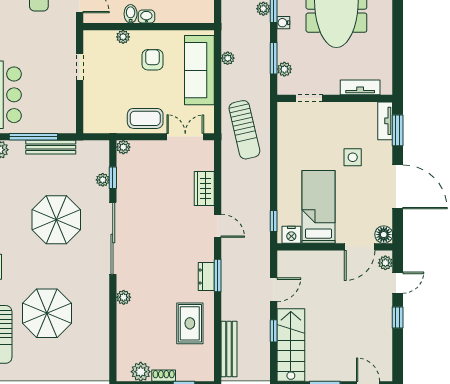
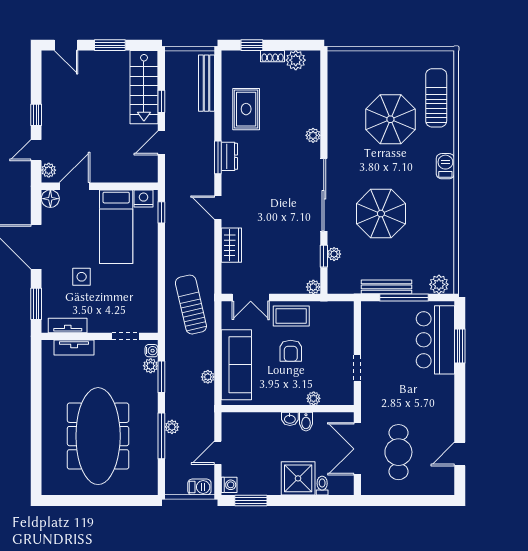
water cooler: (283, 23) -> (152, 351), moved
armchair: (153, 60) -> (291, 351), moved
tv unit: (385, 121) -> (68, 325), moved, turned -90

